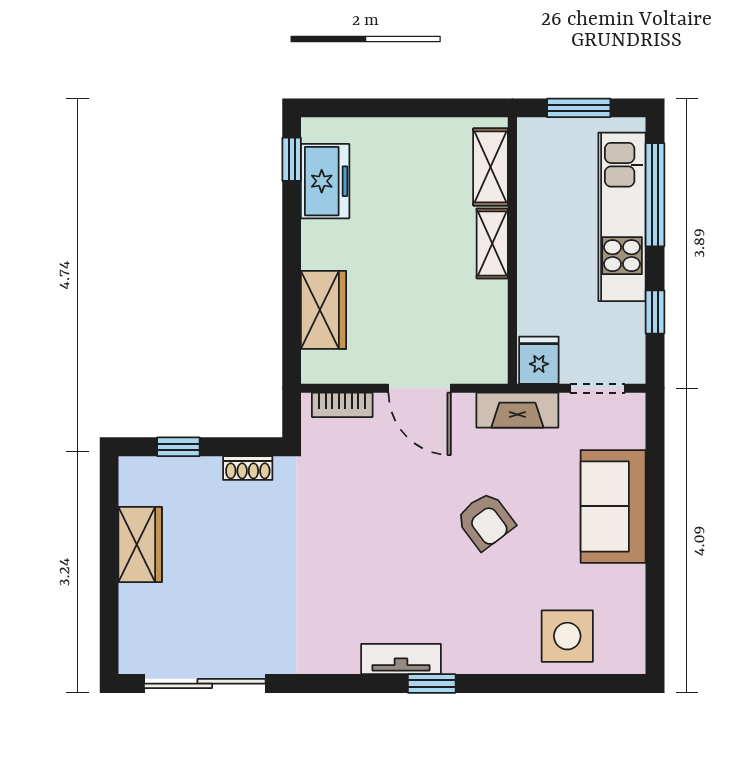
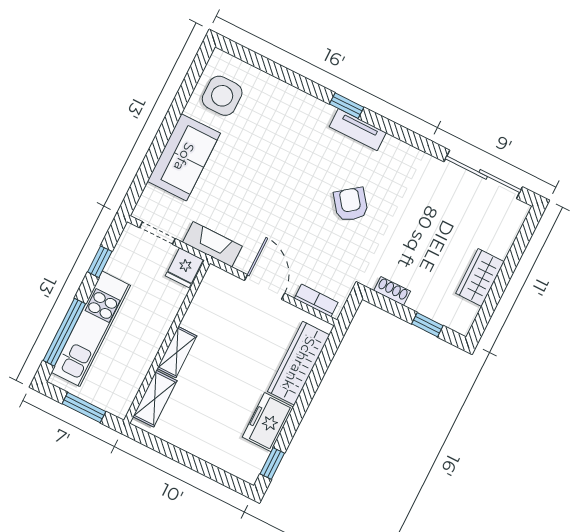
freezer: (325, 181) -> (268, 422), moved
wardrobe: (324, 310) -> (299, 363), width x1.50
armchair: (486, 521) -> (351, 204), moved
side table: (567, 636) -> (222, 96), moved

